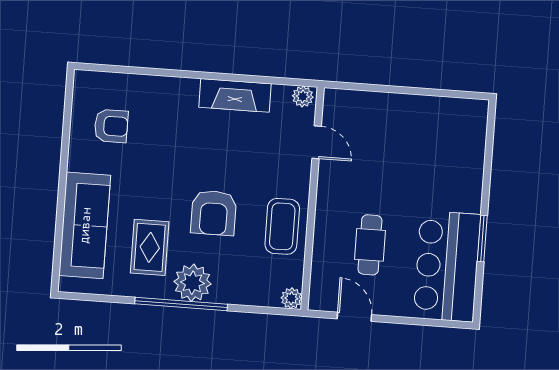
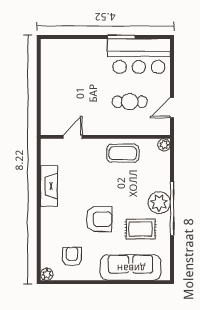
plant: (303, 96) -> (47, 274), moved
armchair: (214, 213) -> (99, 219), moved

